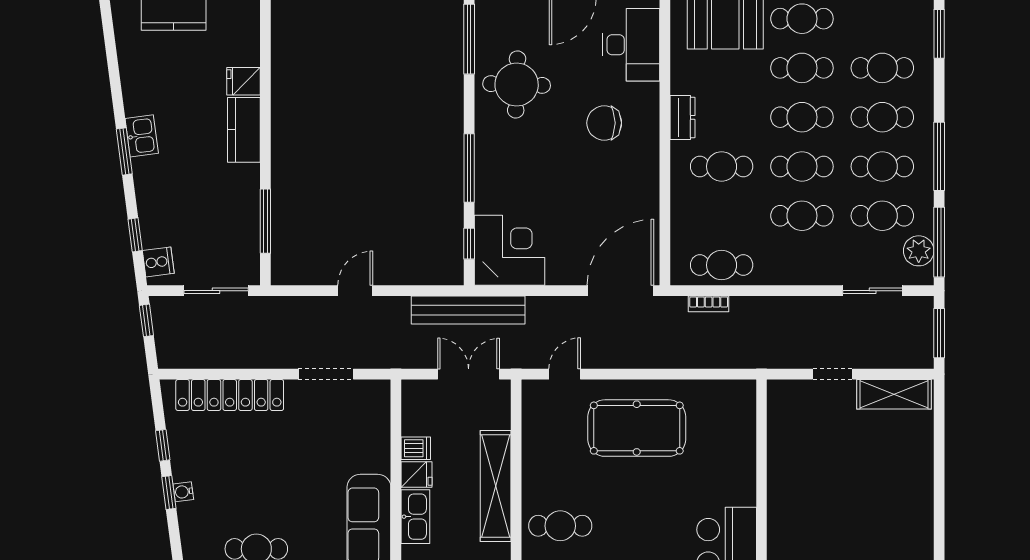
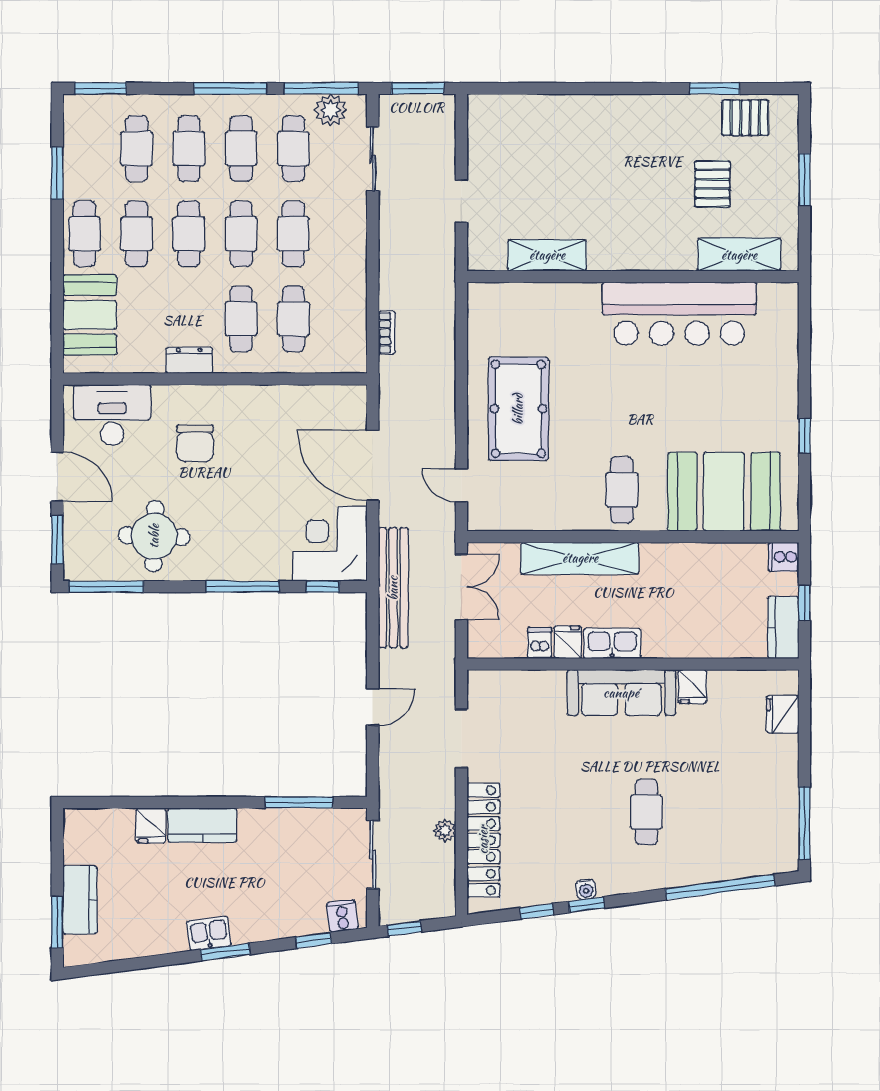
cafe table: (722, 265) -> (293, 319), moved
door: (355, 291) -> (373, 707), swing flipped
door: (620, 291) -> (373, 465), moved
plant: (239, 359) -> (445, 831), added
double door: (469, 374) -> (461, 587), swing flipped
shelving: (894, 394) -> (547, 255), moved, turned 90

